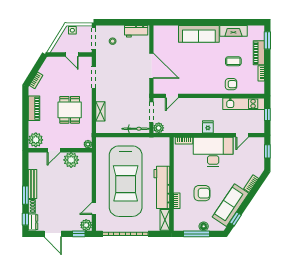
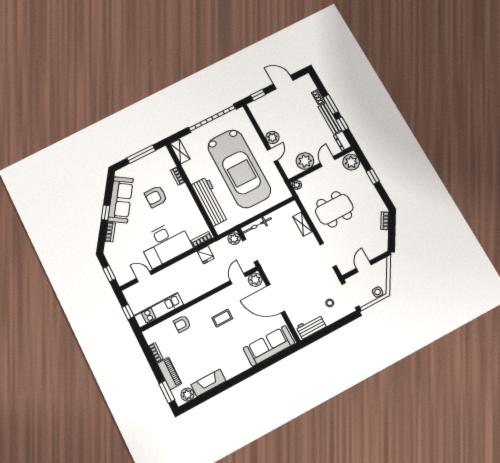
plant: (253, 31) -> (187, 395), added
sofa: (199, 34) -> (269, 346), moved
door: (72, 55) -> (364, 266), hinge flipped
coffee table: (233, 61) -> (222, 318), moved
plant: (159, 88) -> (255, 280), added
piano: (34, 108) -> (371, 192), removed
dining table: (70, 110) -> (334, 209), width x1.37
window: (25, 120) -> (373, 176), added
fridge: (208, 127) -> (206, 255), moved
door: (242, 135) -> (144, 277), hinge flipped
car: (126, 181) -> (239, 169), turned 180
workbench: (162, 187) -> (210, 201), moved
door: (94, 208) -> (272, 155), moved
window: (25, 219) -> (342, 124), moved
window: (235, 219) -> (106, 213), moved
dresser: (33, 222) -> (342, 141), moved
plant: (86, 225) -> (272, 137), moved
floor lamp: (204, 226) -> (138, 165), removed

